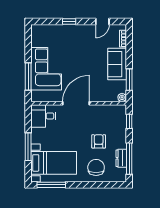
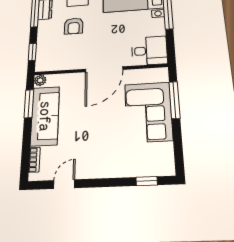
window: (69, 21) -> (147, 181), moved
sofa: (117, 64) -> (45, 116), width x1.36

